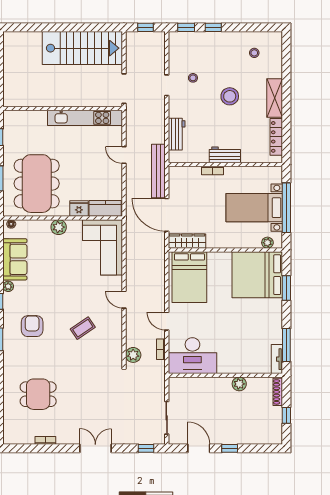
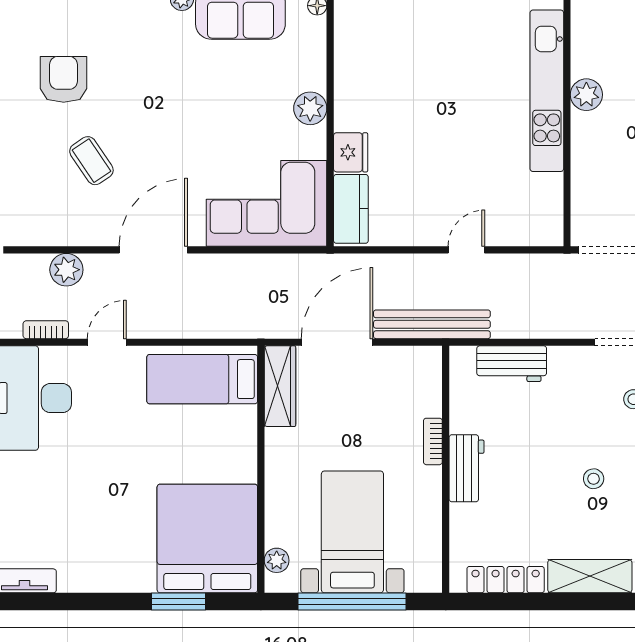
stool: (230, 96) -> (594, 479), width x0.53, depth x0.53
plant: (52, 100) -> (586, 95), added
kitchen unit: (85, 118) -> (547, 91), moved
dining table: (37, 184) -> (405, 61), removed
bed: (189, 277) -> (202, 379), width x0.67
door: (124, 300) -> (153, 250), width x1.88
armchair: (32, 326) -> (64, 79), moved, turned -90
window: (286, 345) -> (55, 602), removed
plant: (133, 355) -> (66, 270), moved

